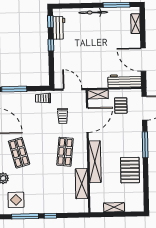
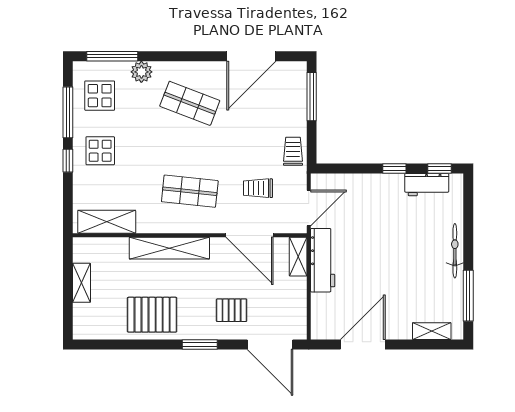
workbench: (125, 81) -> (323, 260), moved
pallet: (121, 106) -> (232, 310), moved
window: (145, 145) -> (200, 345), width x0.69
shop shelf: (19, 153) -> (190, 103), turned 36
shelving: (82, 184) -> (107, 222), moved
display table: (45, 199) -> (100, 151), added

